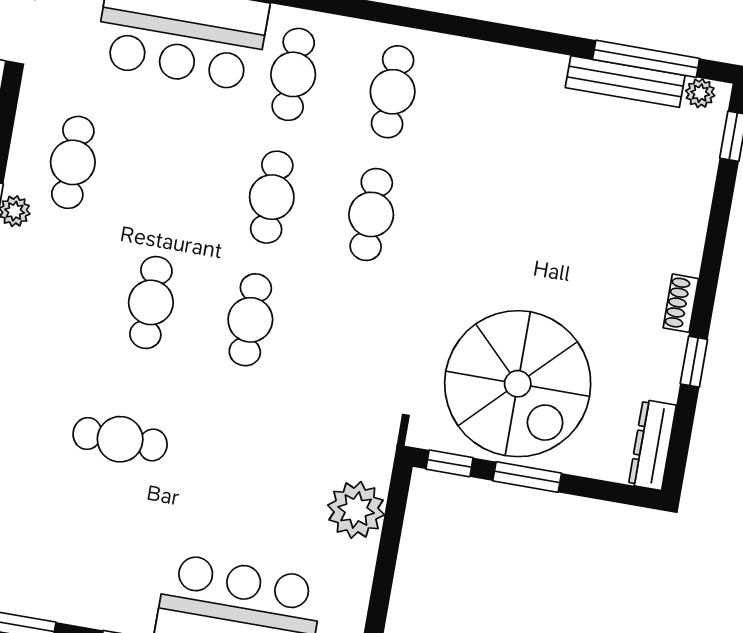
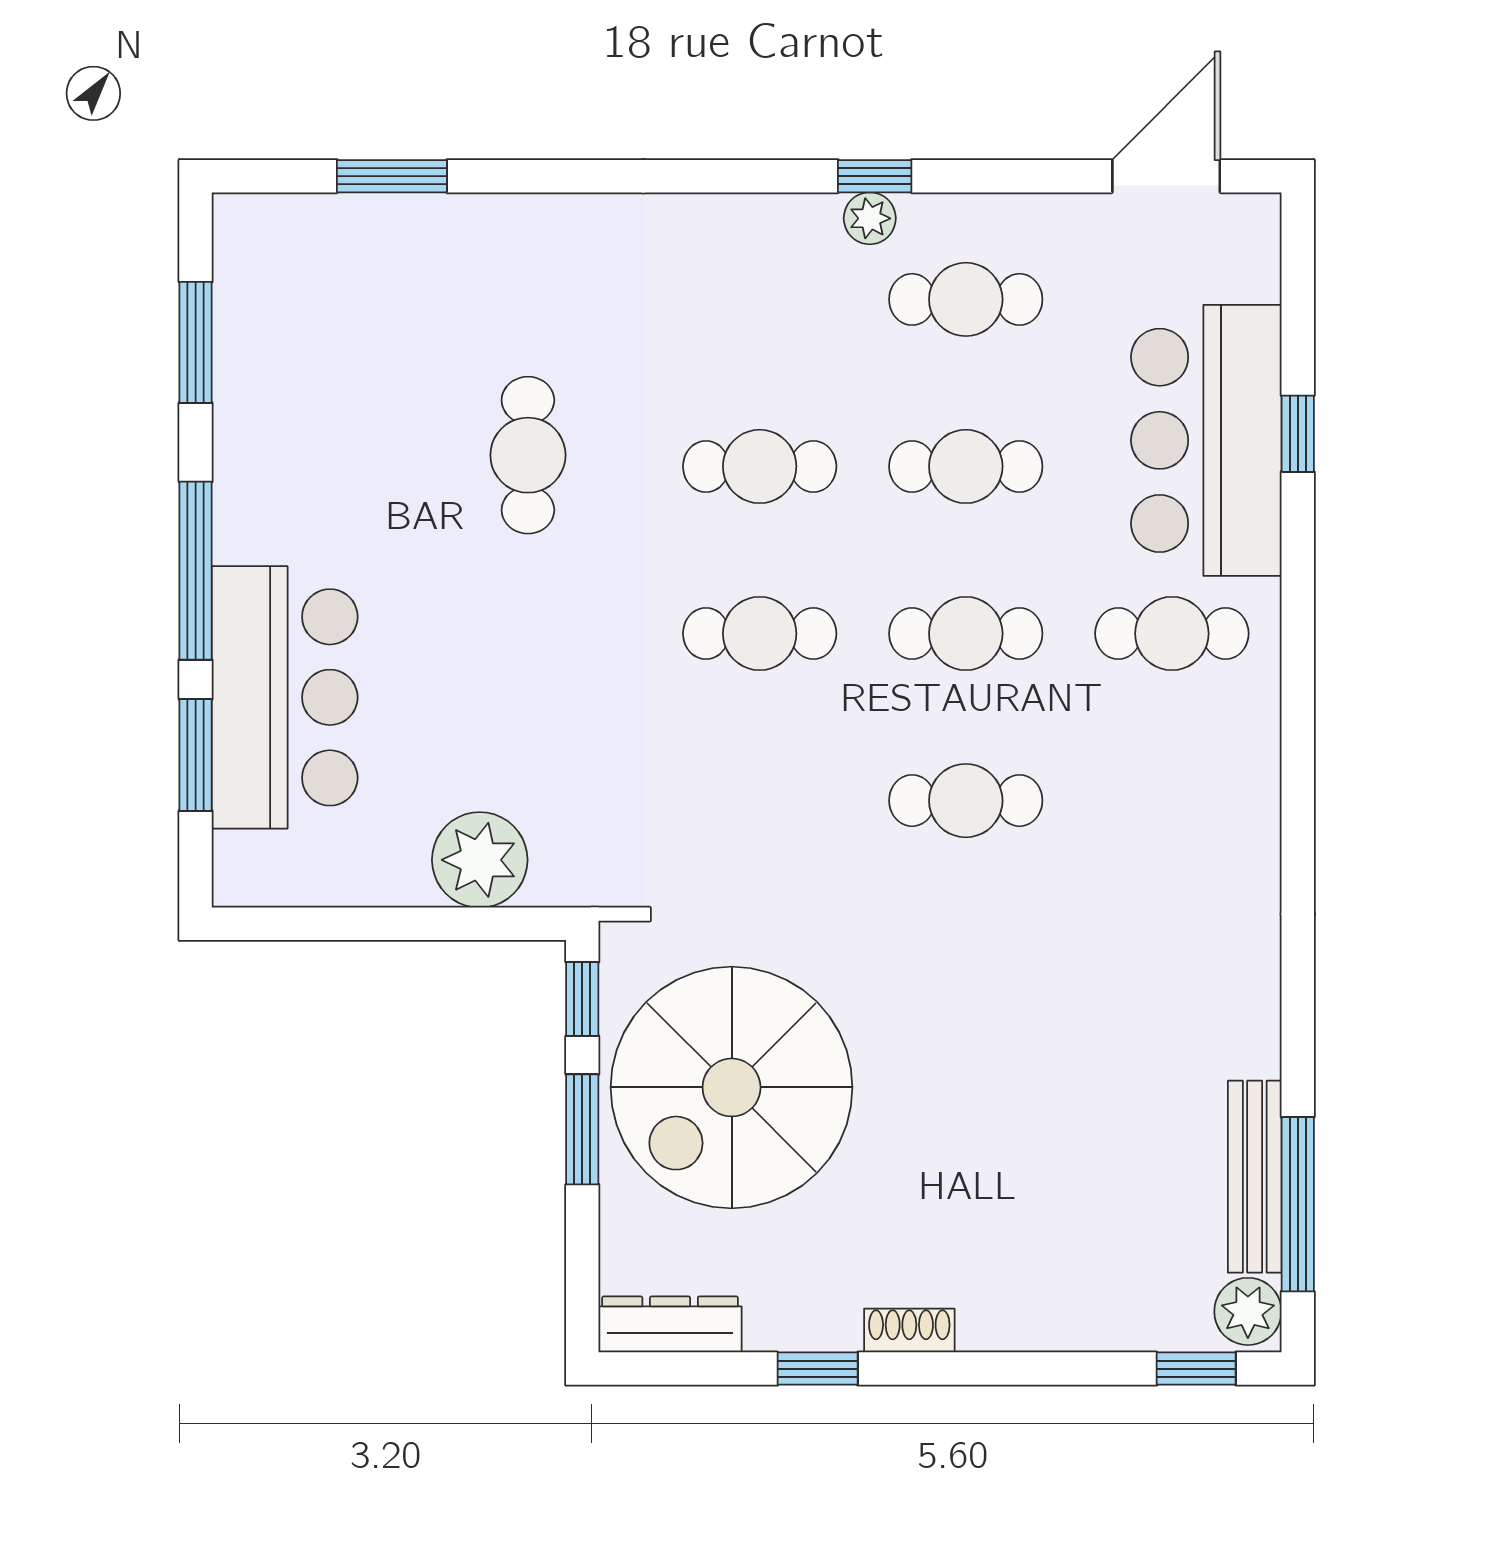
cafe table: (393, 92) -> (966, 466), moved
plant: (700, 93) -> (1248, 1311), width x1.38, depth x1.38

